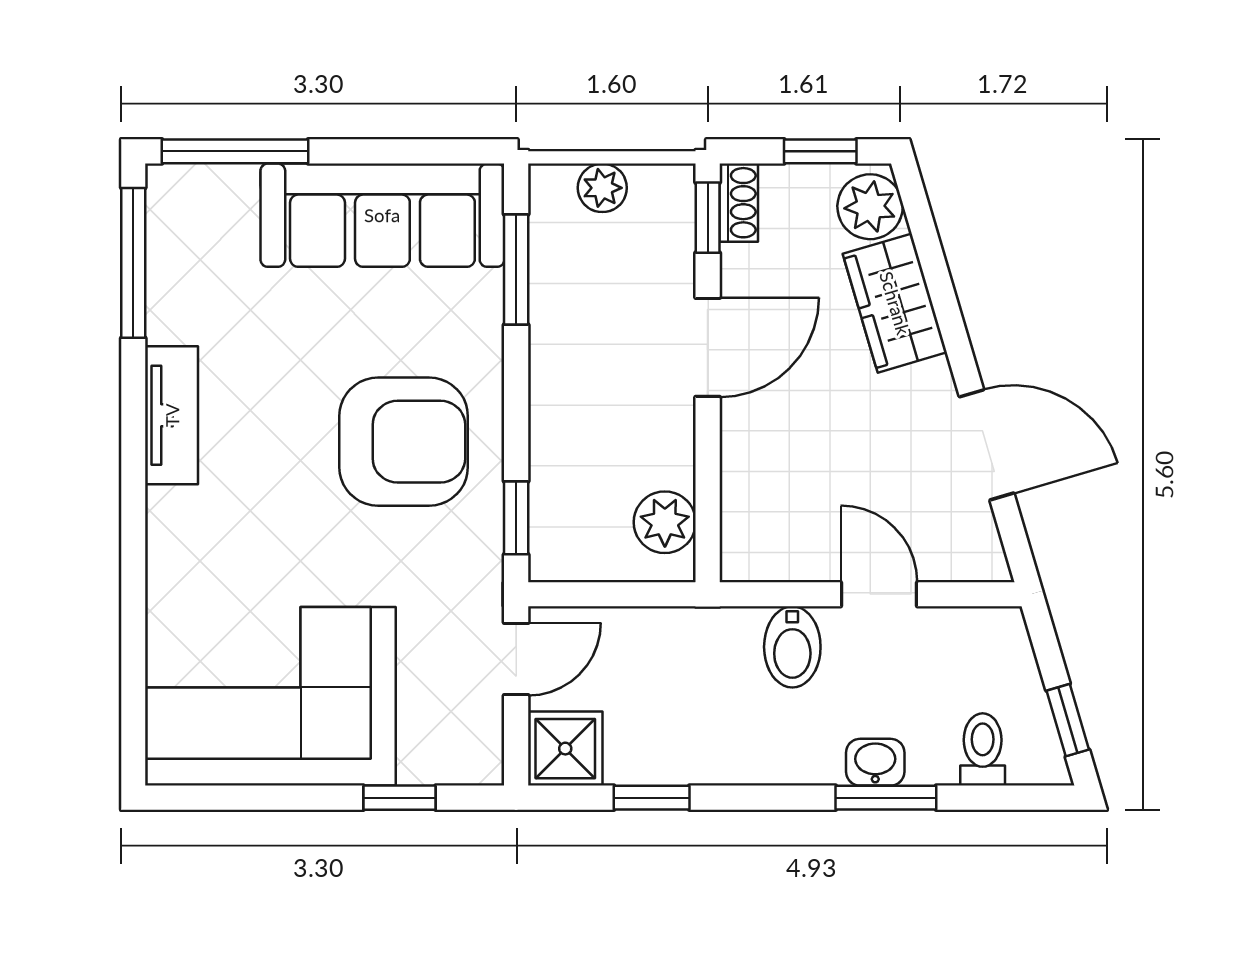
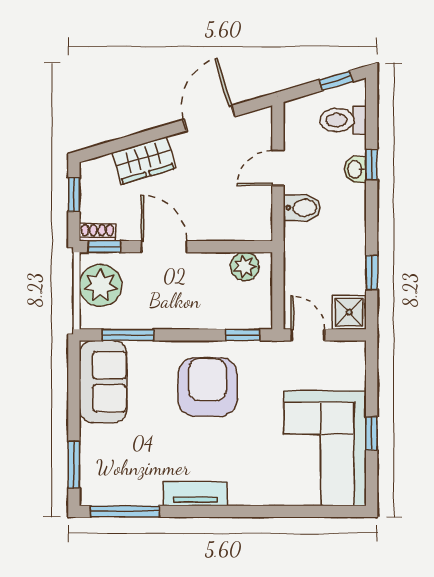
window: (235, 151) -> (74, 465), width x0.69
plant: (602, 188) -> (100, 285), width x1.87, depth x1.87
plant: (870, 207) -> (99, 172), removed
sofa: (382, 215) -> (103, 382), width x0.73
toilet: (983, 749) -> (343, 120), width x1.37, depth x1.39
window: (399, 798) -> (372, 433), moved
window: (886, 798) -> (372, 165), width x0.67

